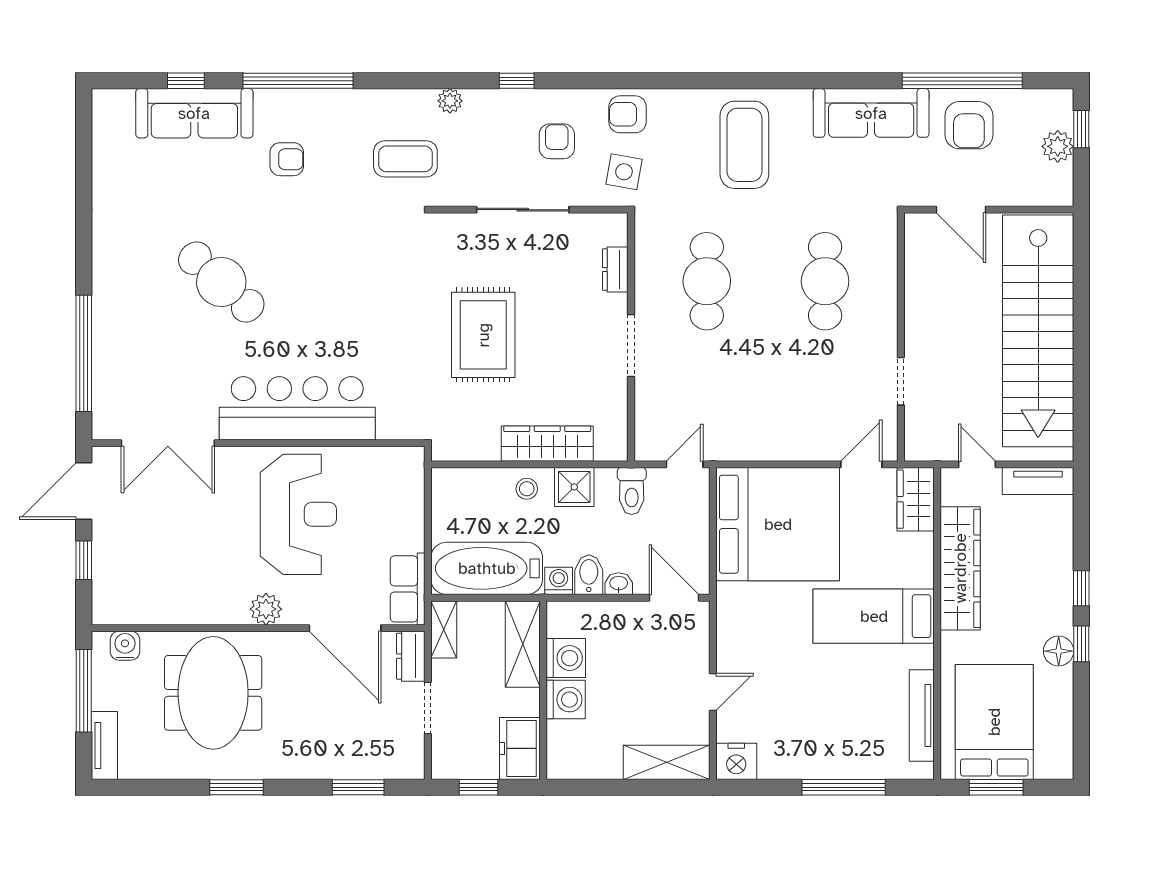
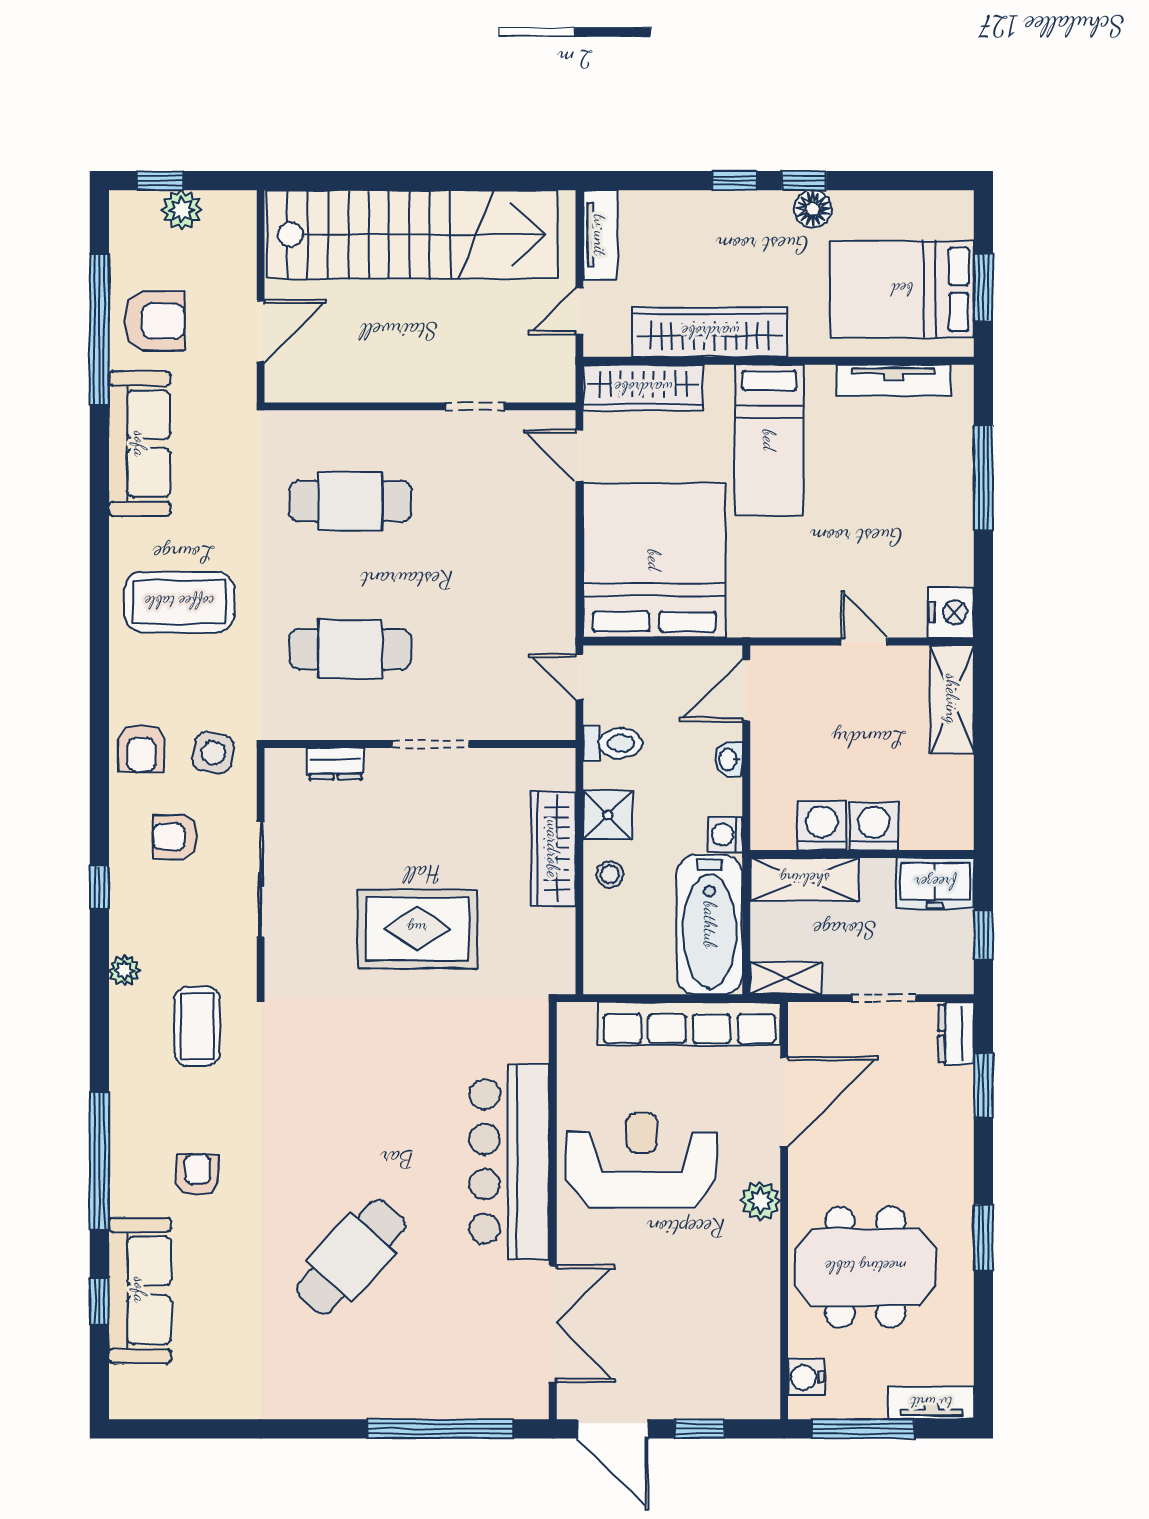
wardrobe: (916, 499) -> (643, 388), width x1.50
bidet: (589, 575) -> (717, 797), removed
row of seats: (408, 589) -> (689, 1024), width x2.02
dresser: (411, 656) -> (956, 1033), moved, turned 90

